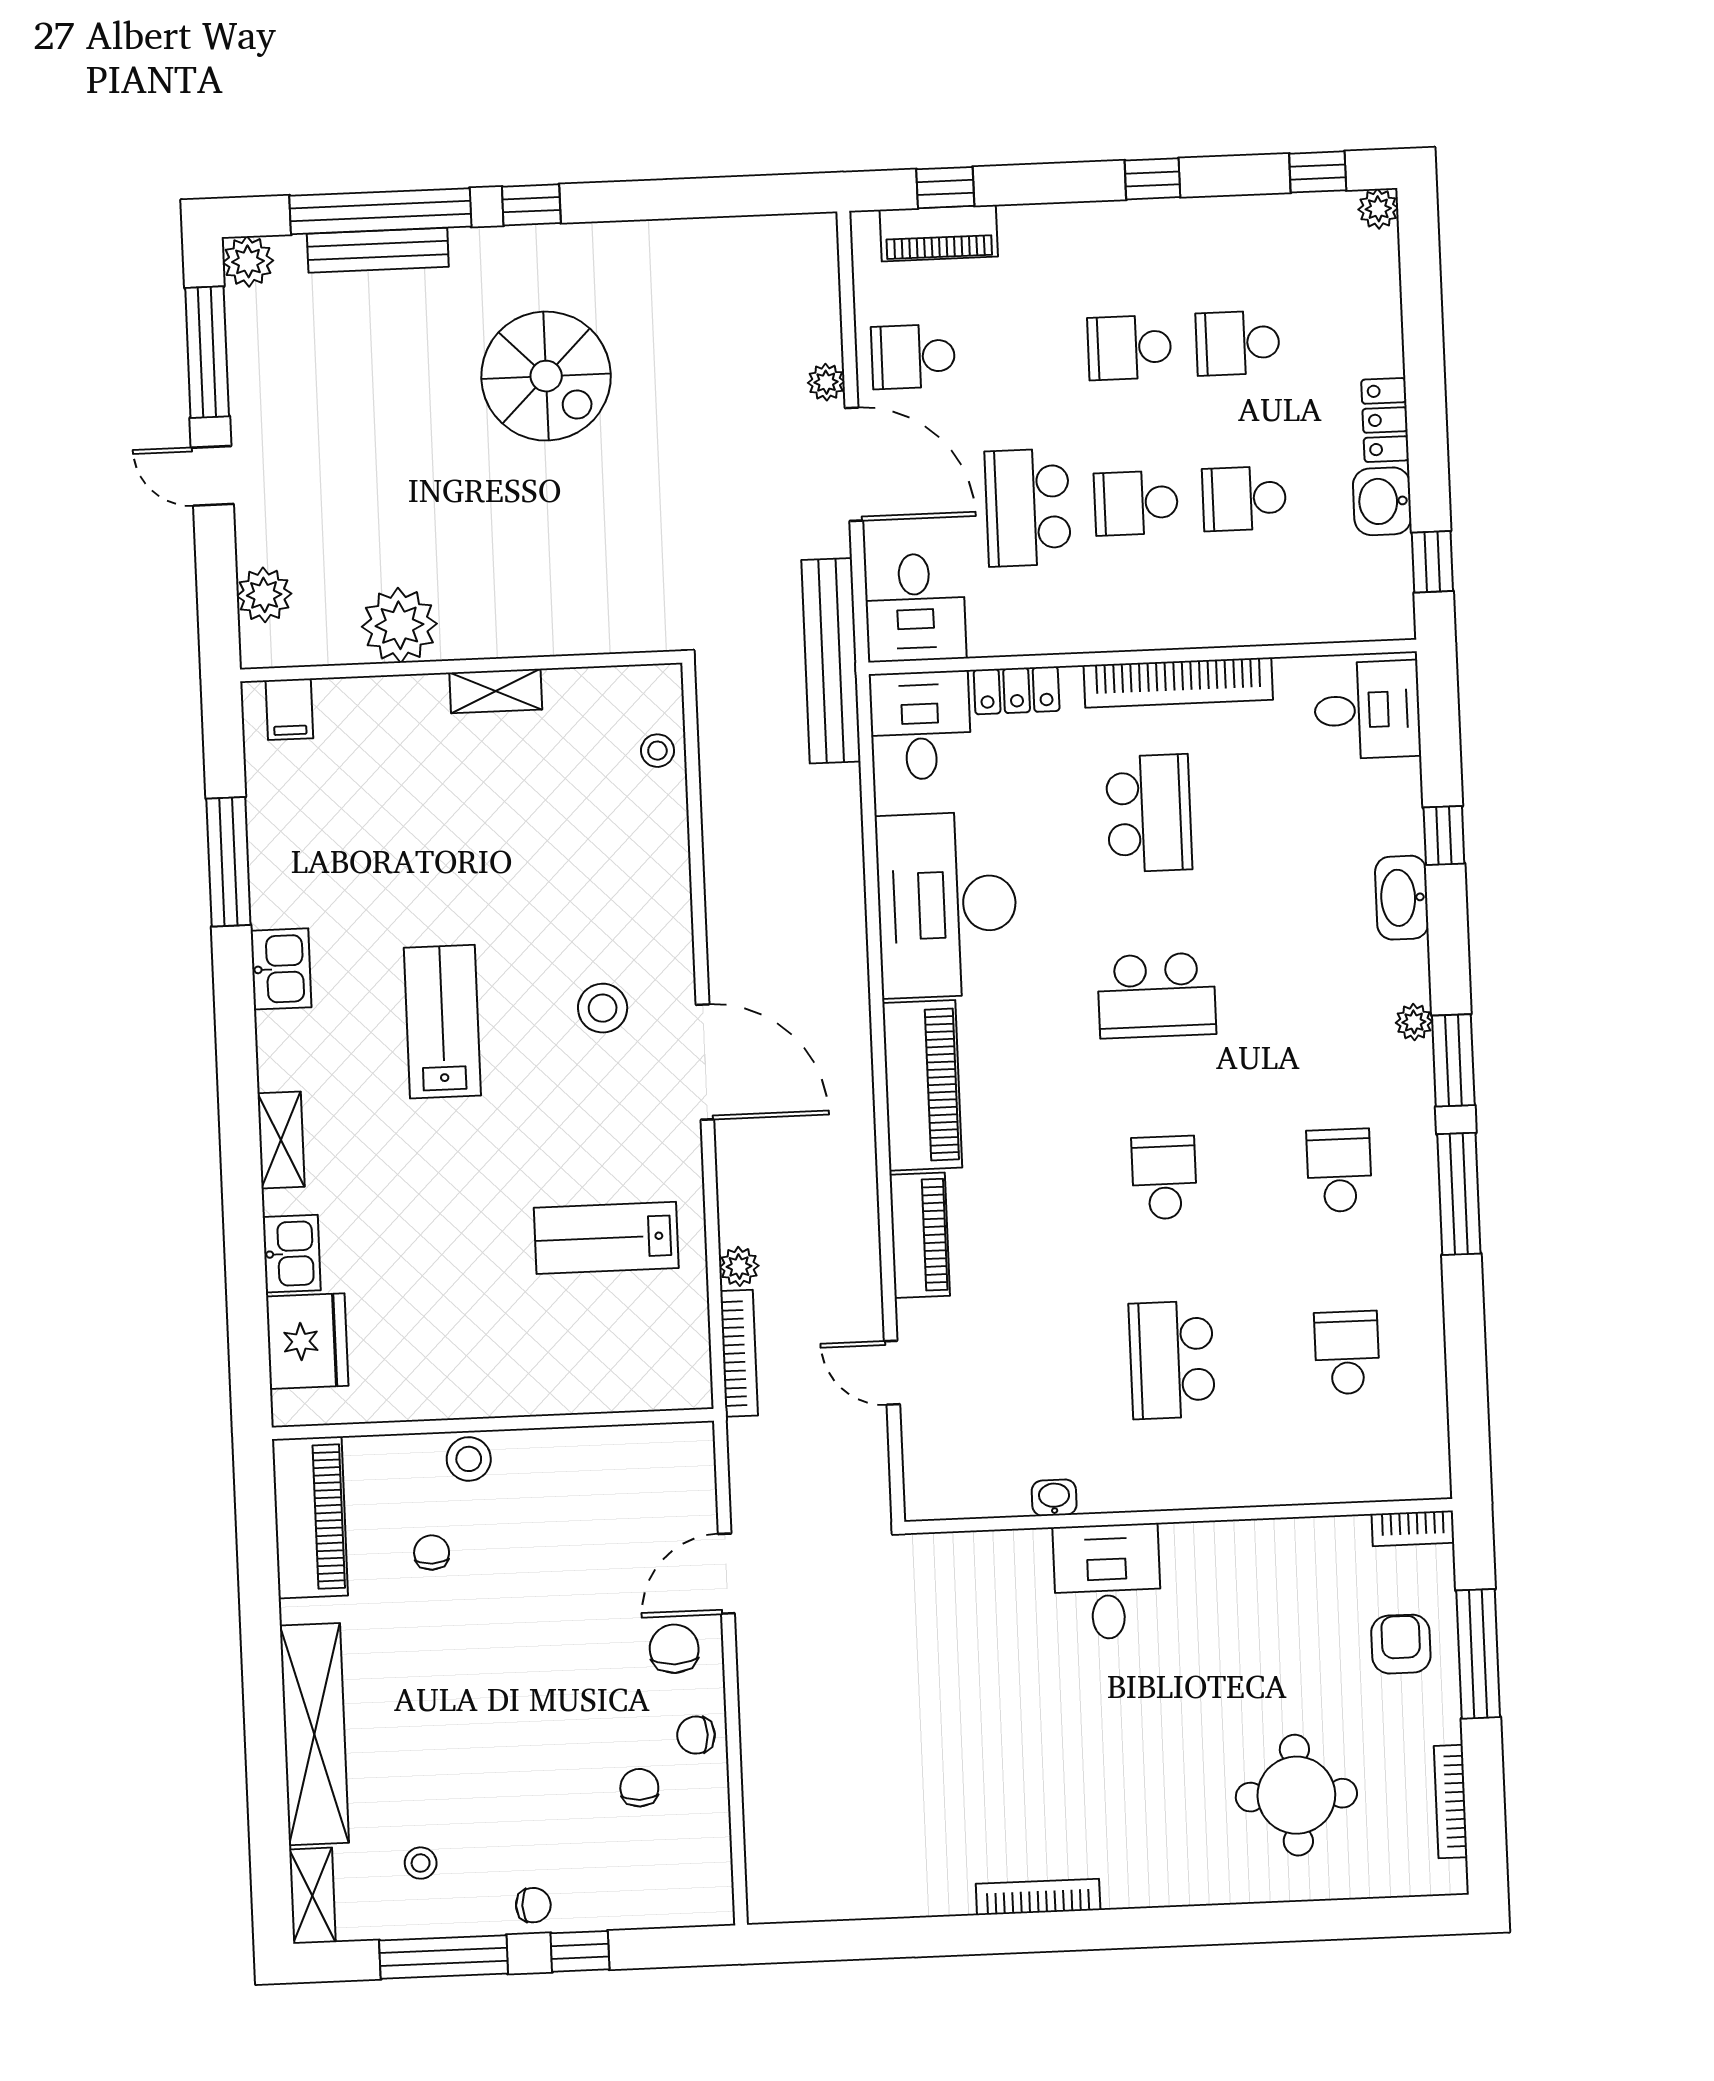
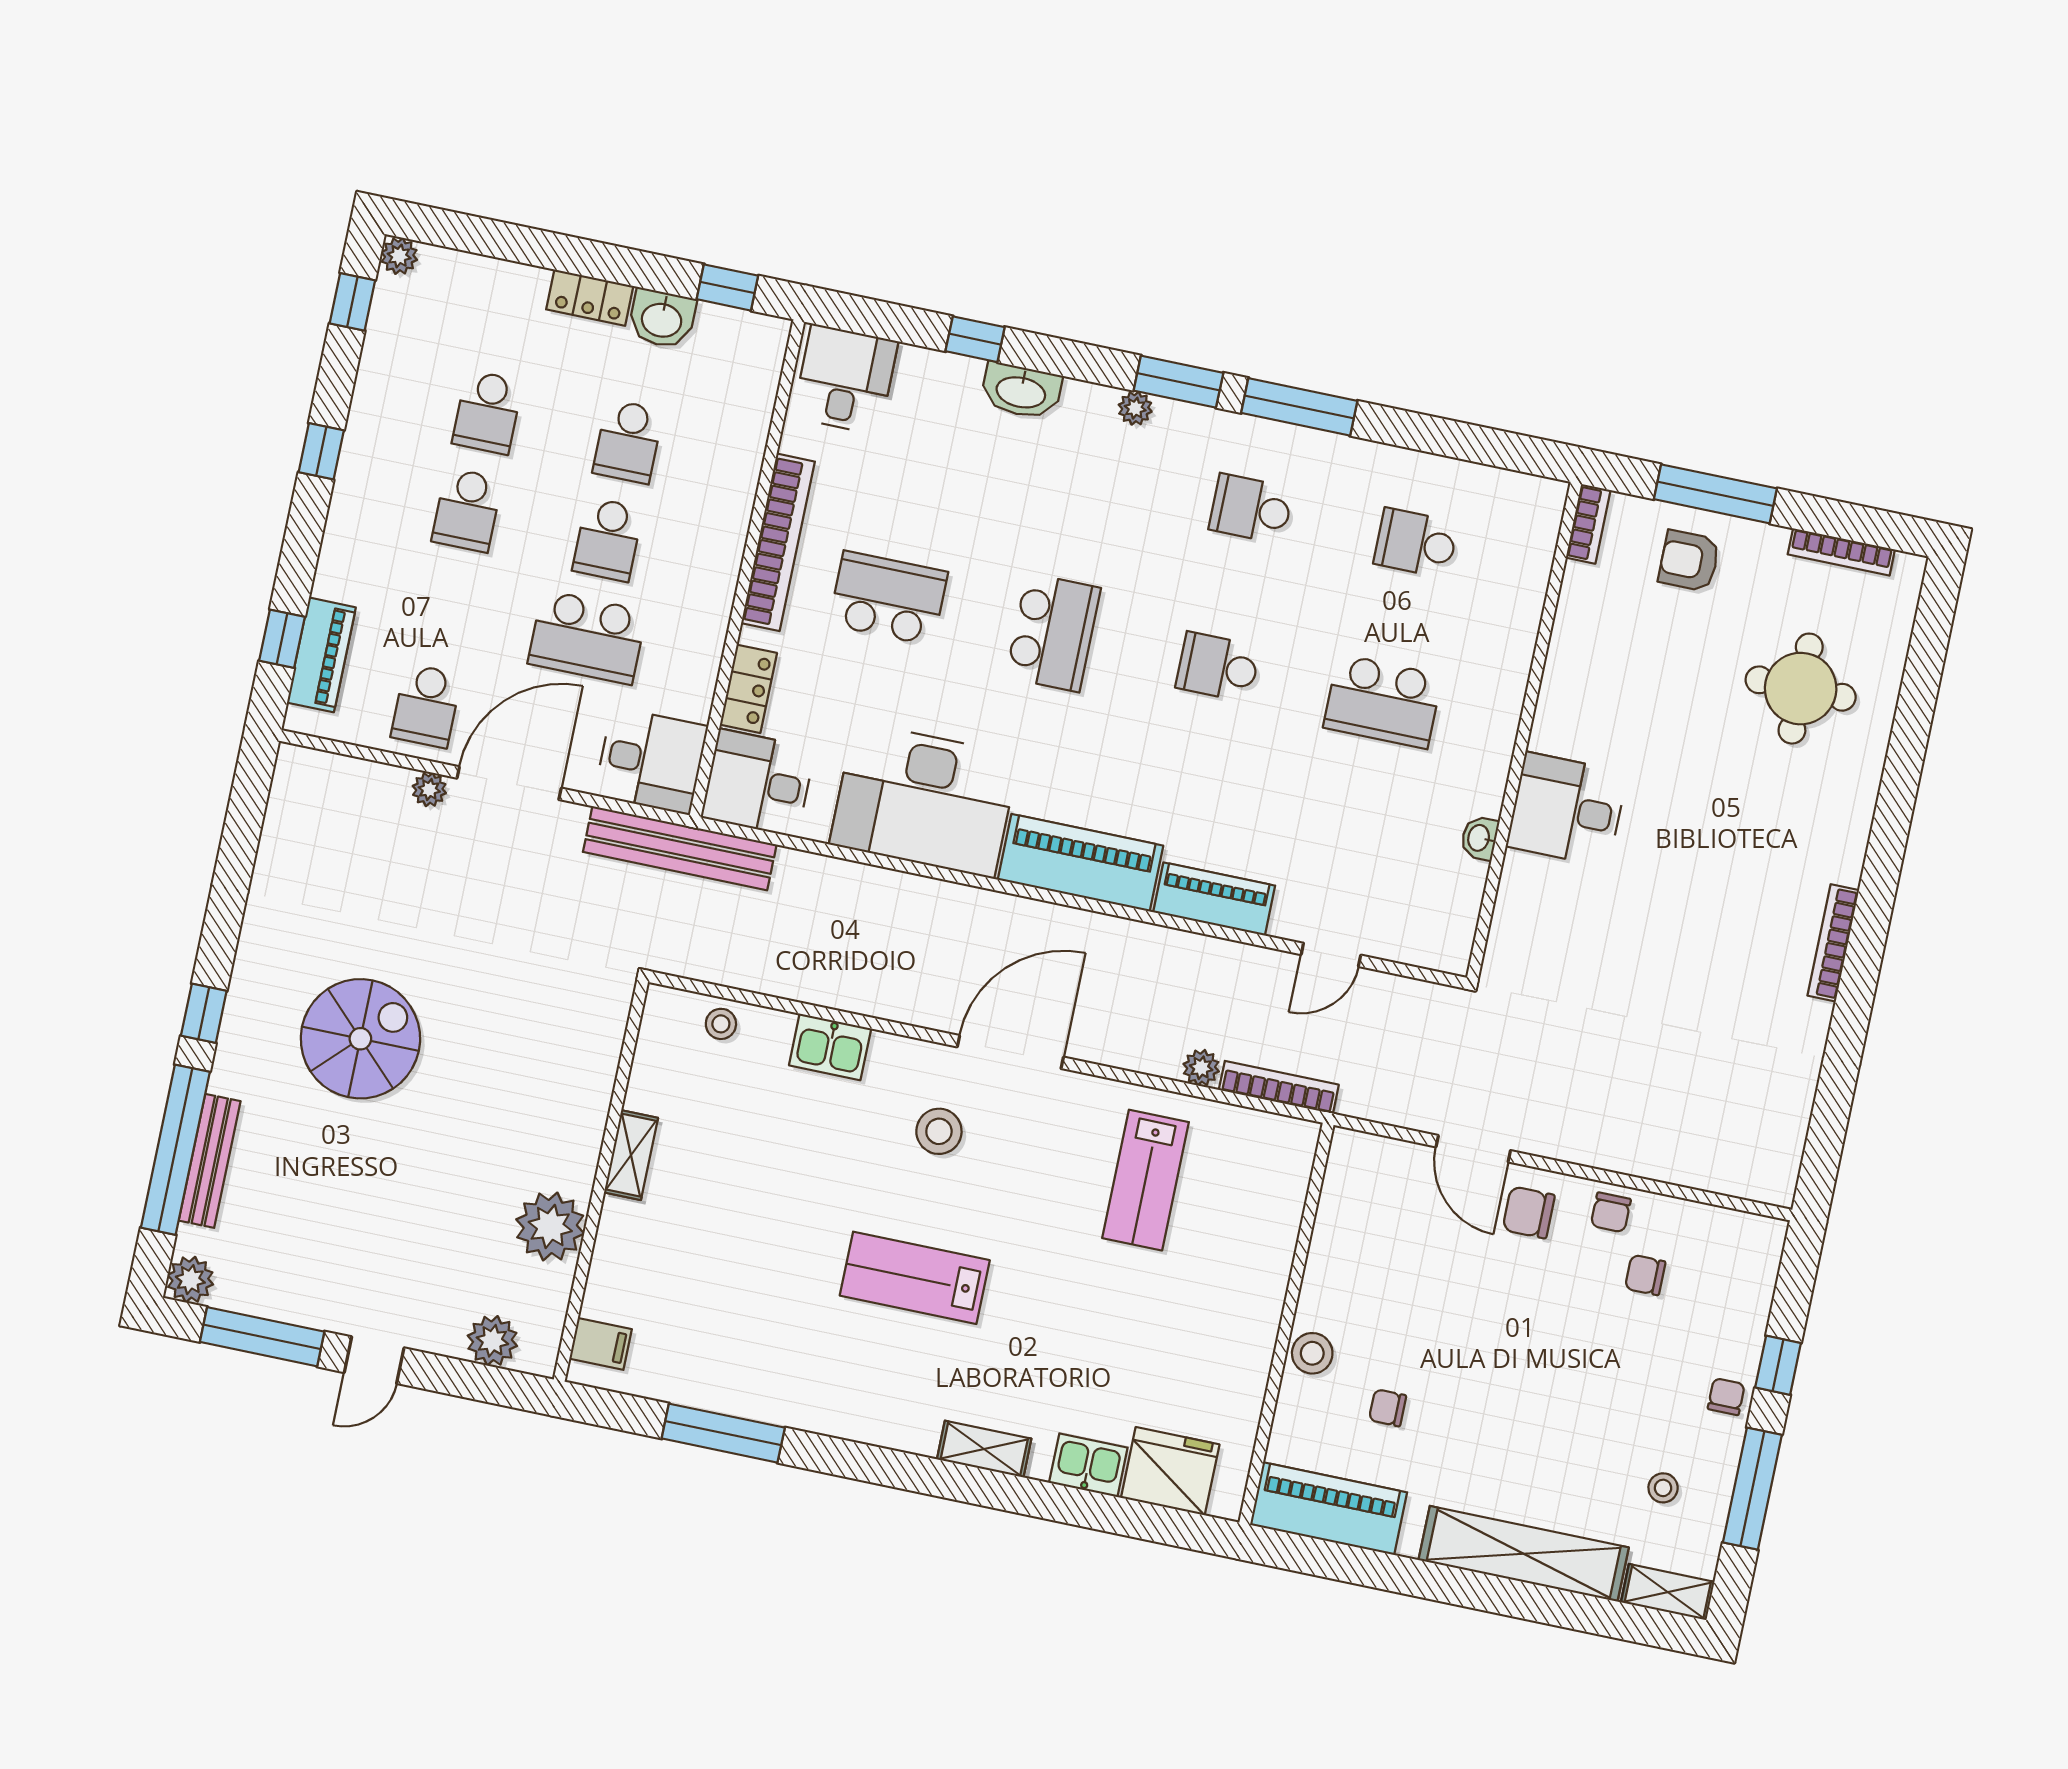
kitchen sink: (281, 969) -> (830, 1047), moved, turned 180

